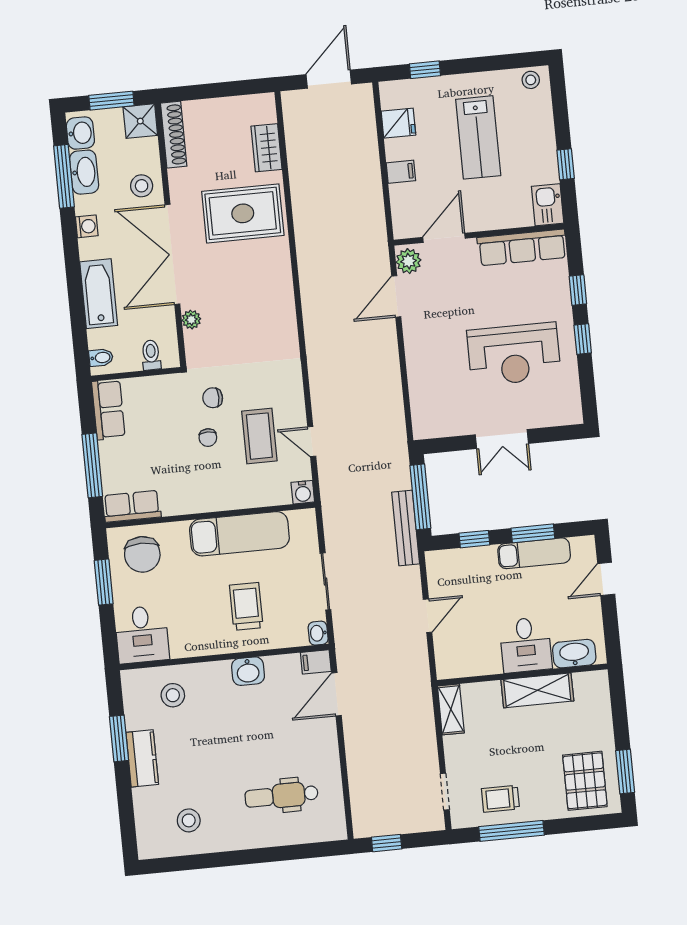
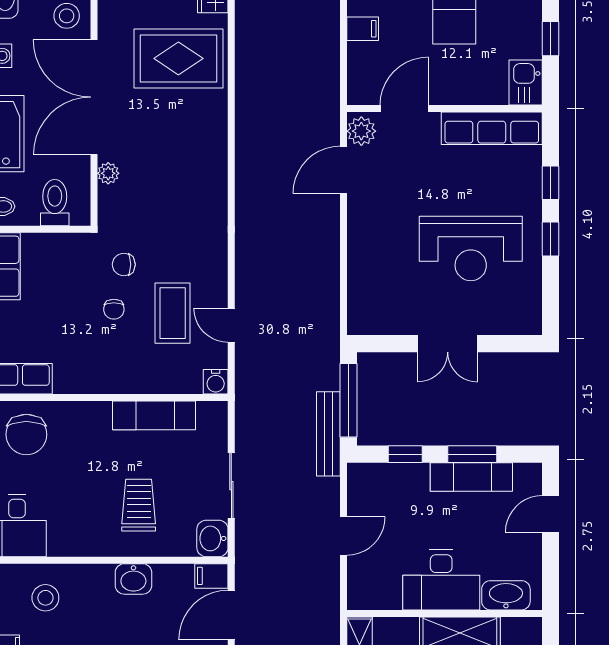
toilet: (151, 355) -> (55, 203), width x1.37, depth x1.39
exam couch: (239, 534) -> (154, 415), width x0.73, depth x0.69
washbasin: (318, 633) -> (212, 538), width x1.38, depth x1.45
desk: (526, 645) -> (441, 580), width x1.37

